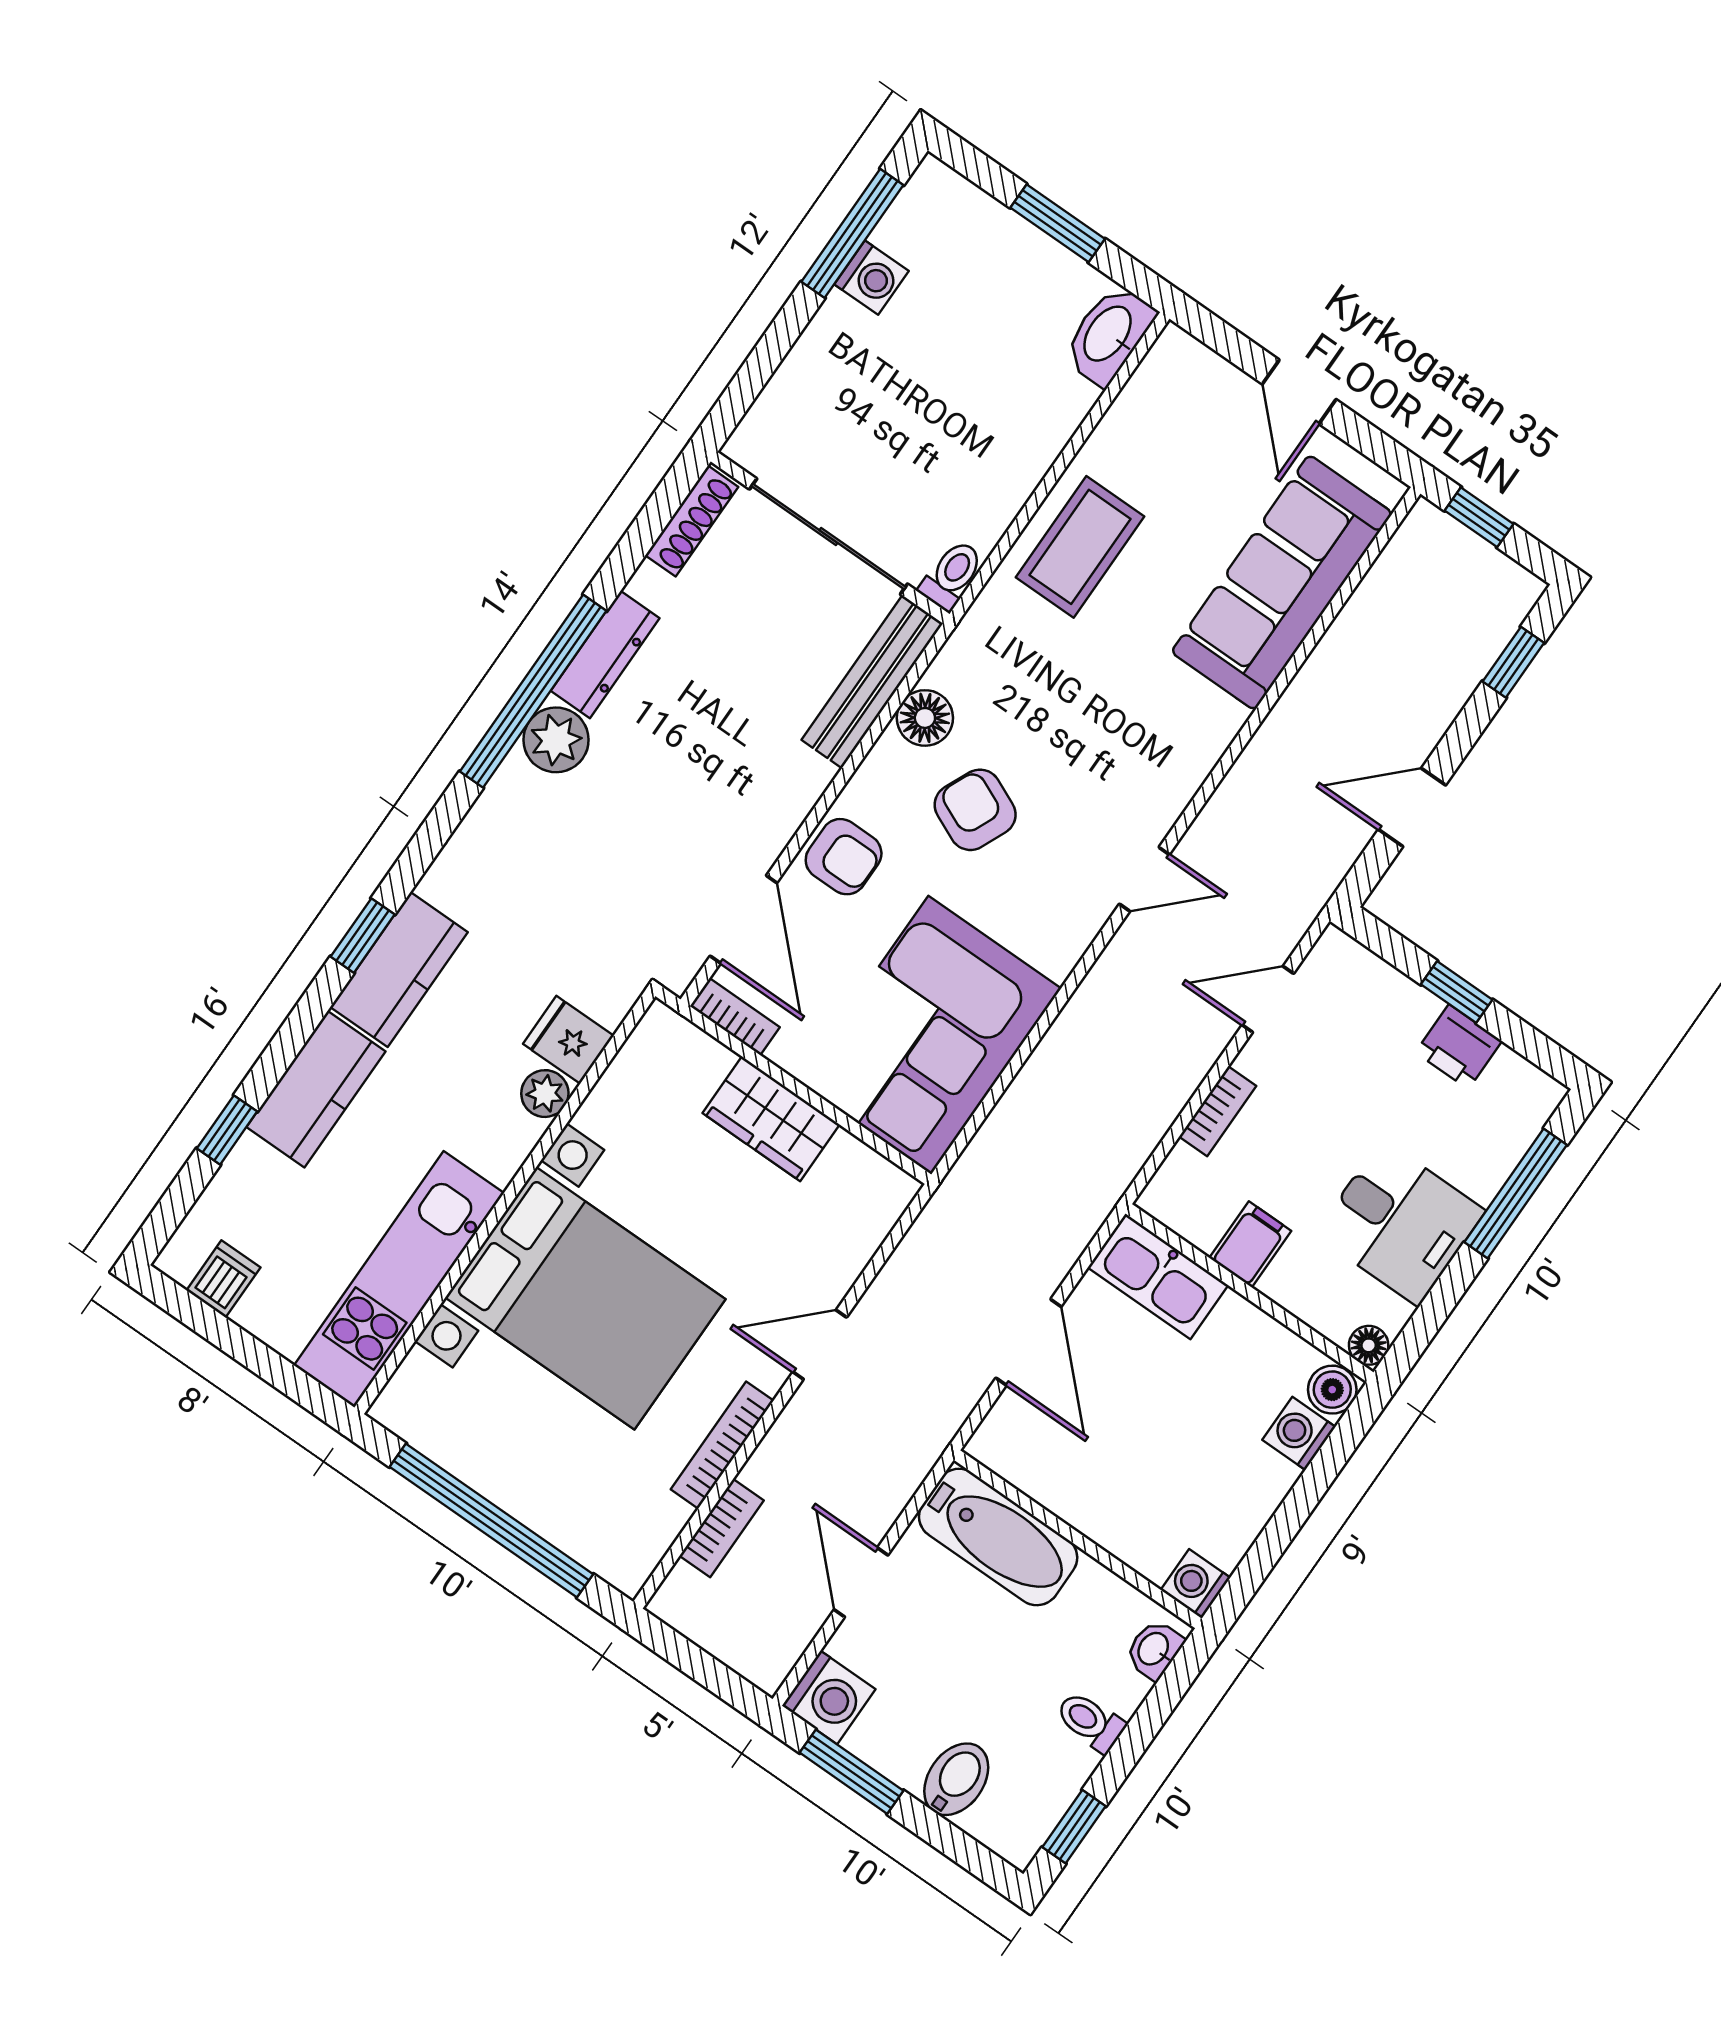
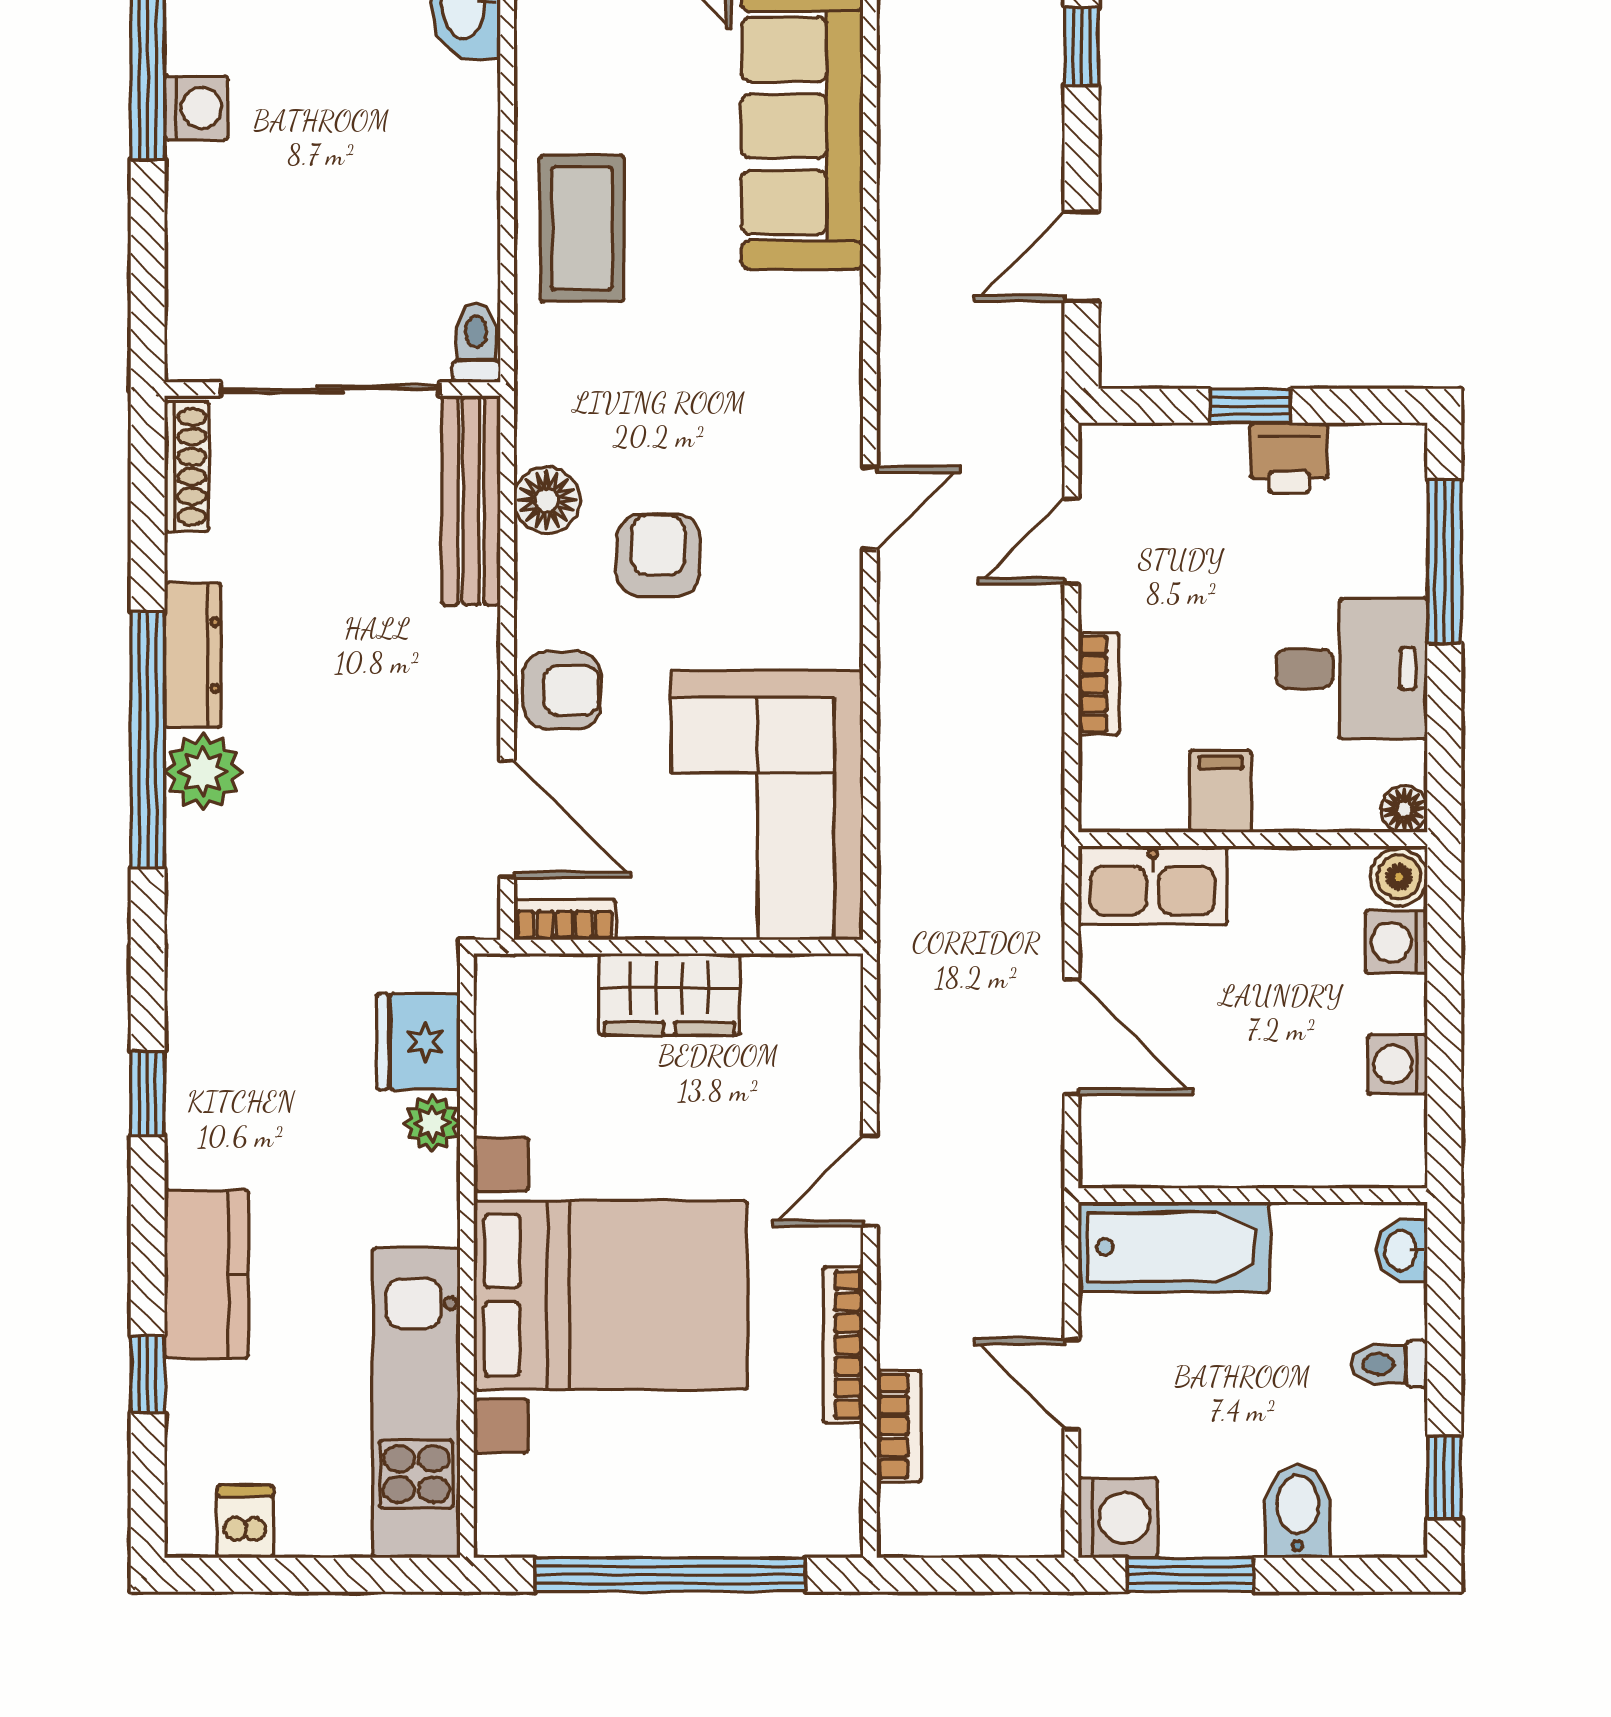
armchair: (975, 810) -> (658, 555), turned 66
kitchen counter: (399, 970) -> (206, 1102), removed
fridge: (568, 1040) -> (419, 1042), width x1.38
washing machine: (1195, 1584) -> (1398, 1064), moved

